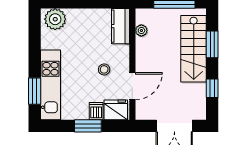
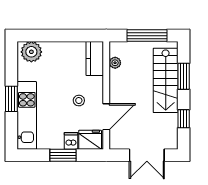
window: (35, 91) -> (11, 99), moved

